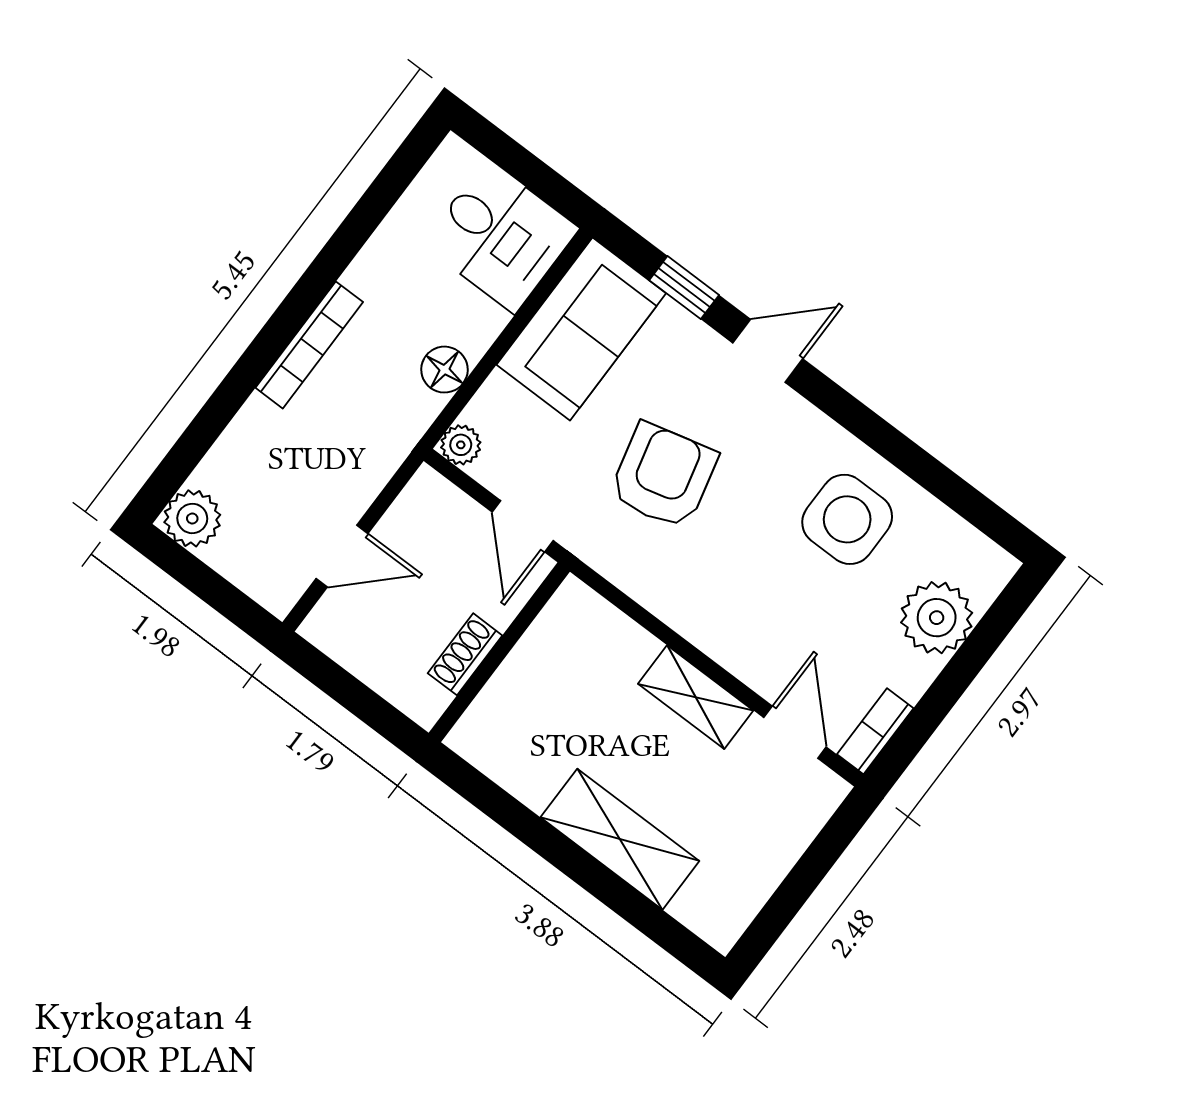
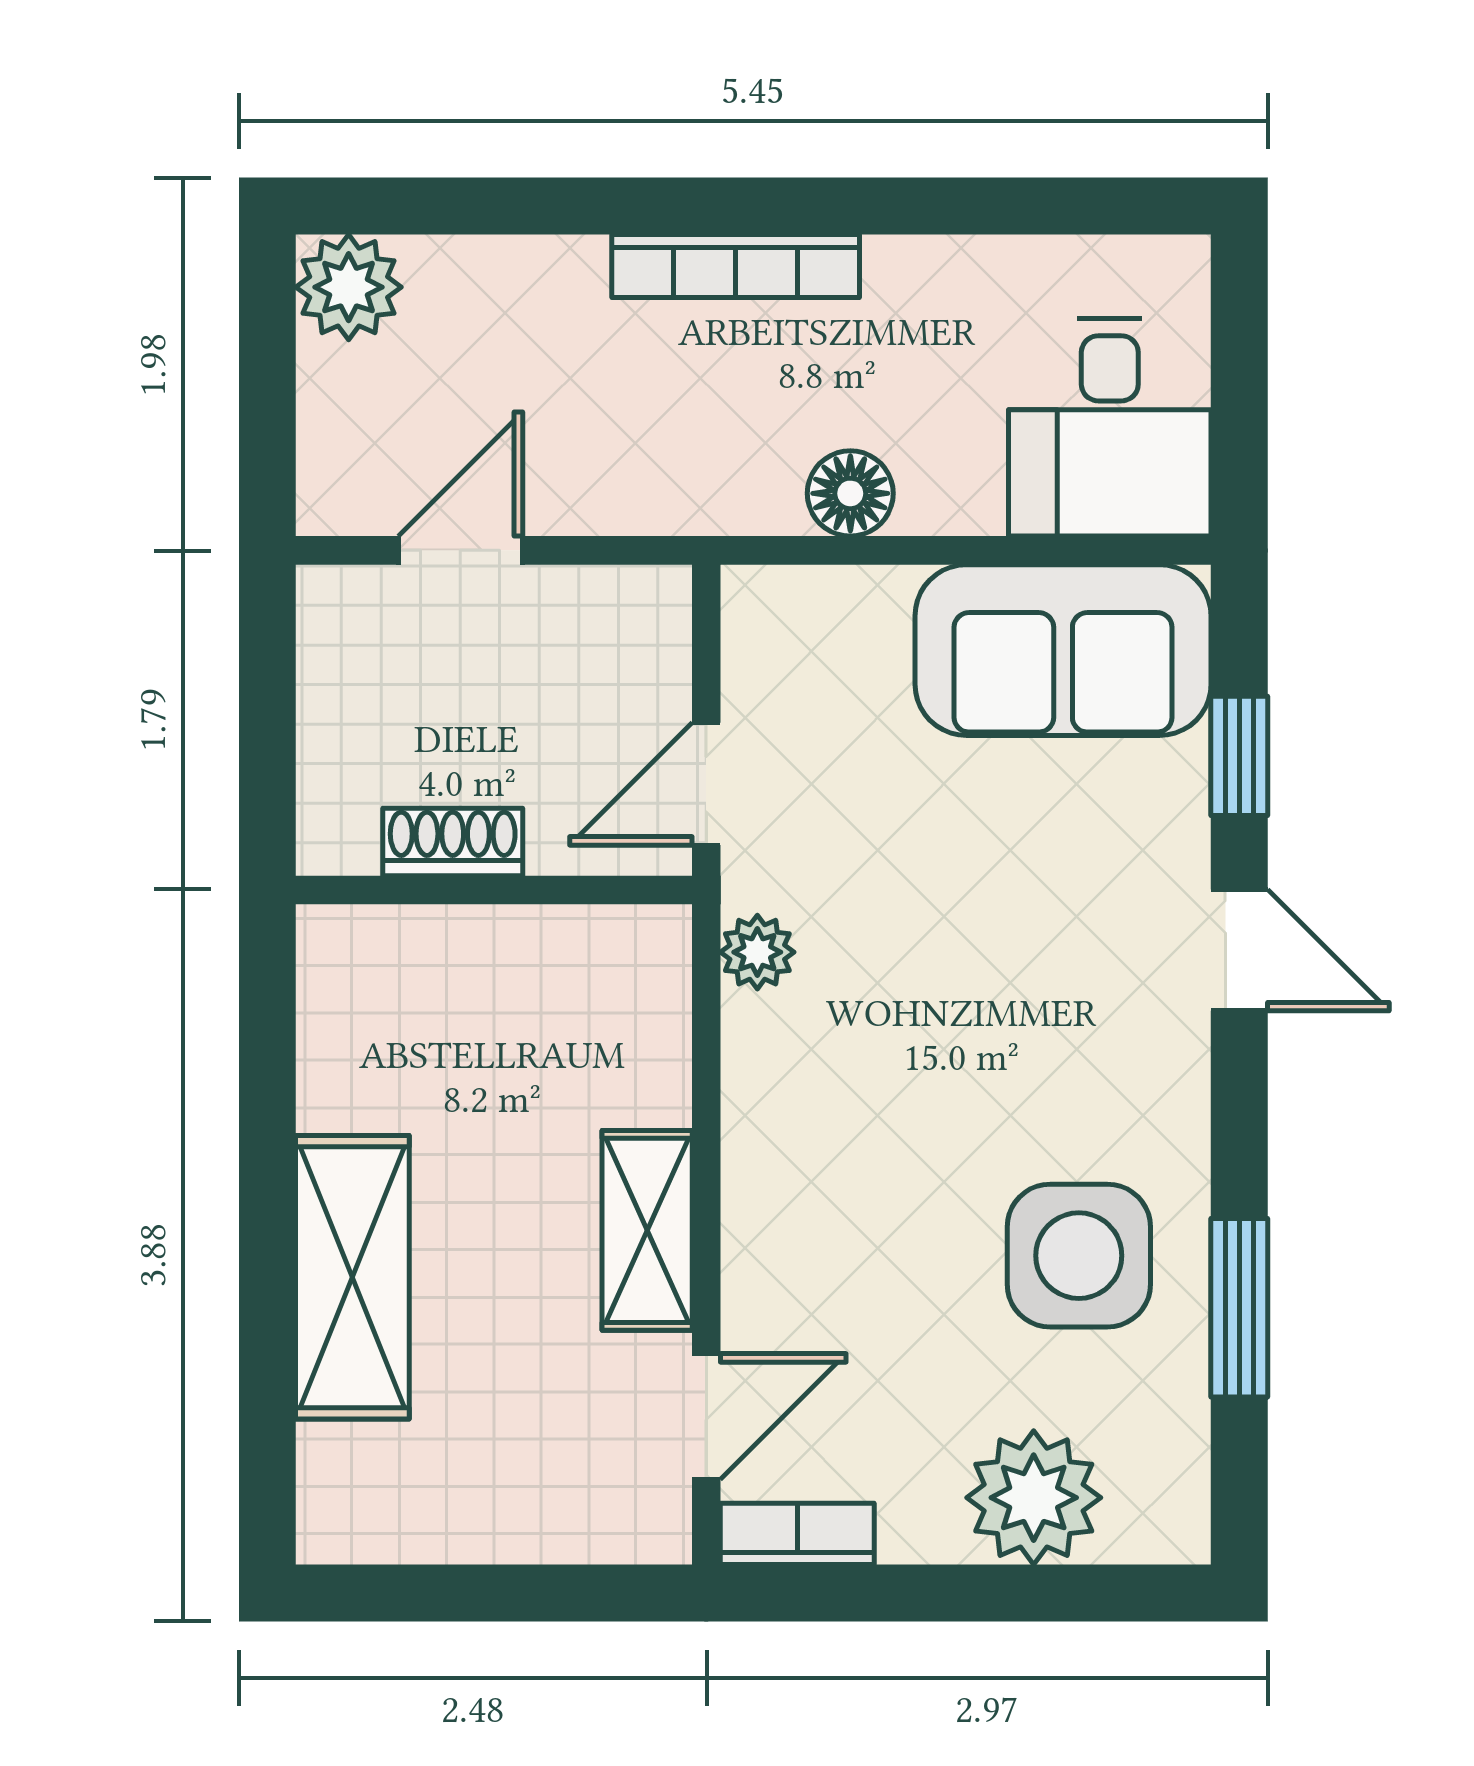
plant: (461, 445) -> (757, 952), moved
window: (922, 467) -> (1239, 1308), added
armchair: (663, 476) -> (938, 935), removed
door: (342, 556) -> (460, 550), swing flipped

